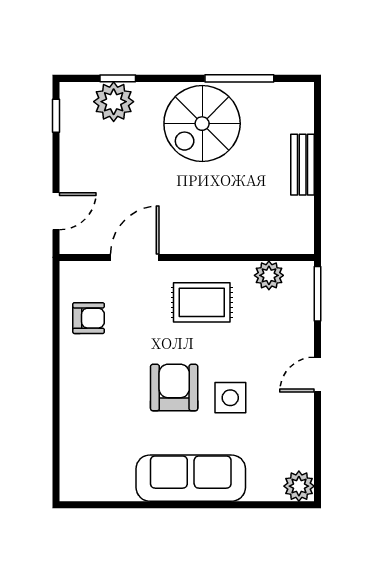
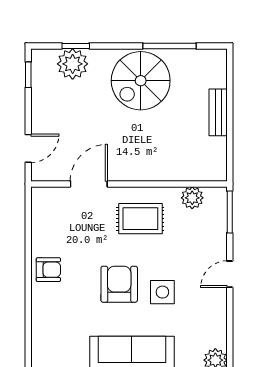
armchair: (89, 318) -> (48, 270), moved

